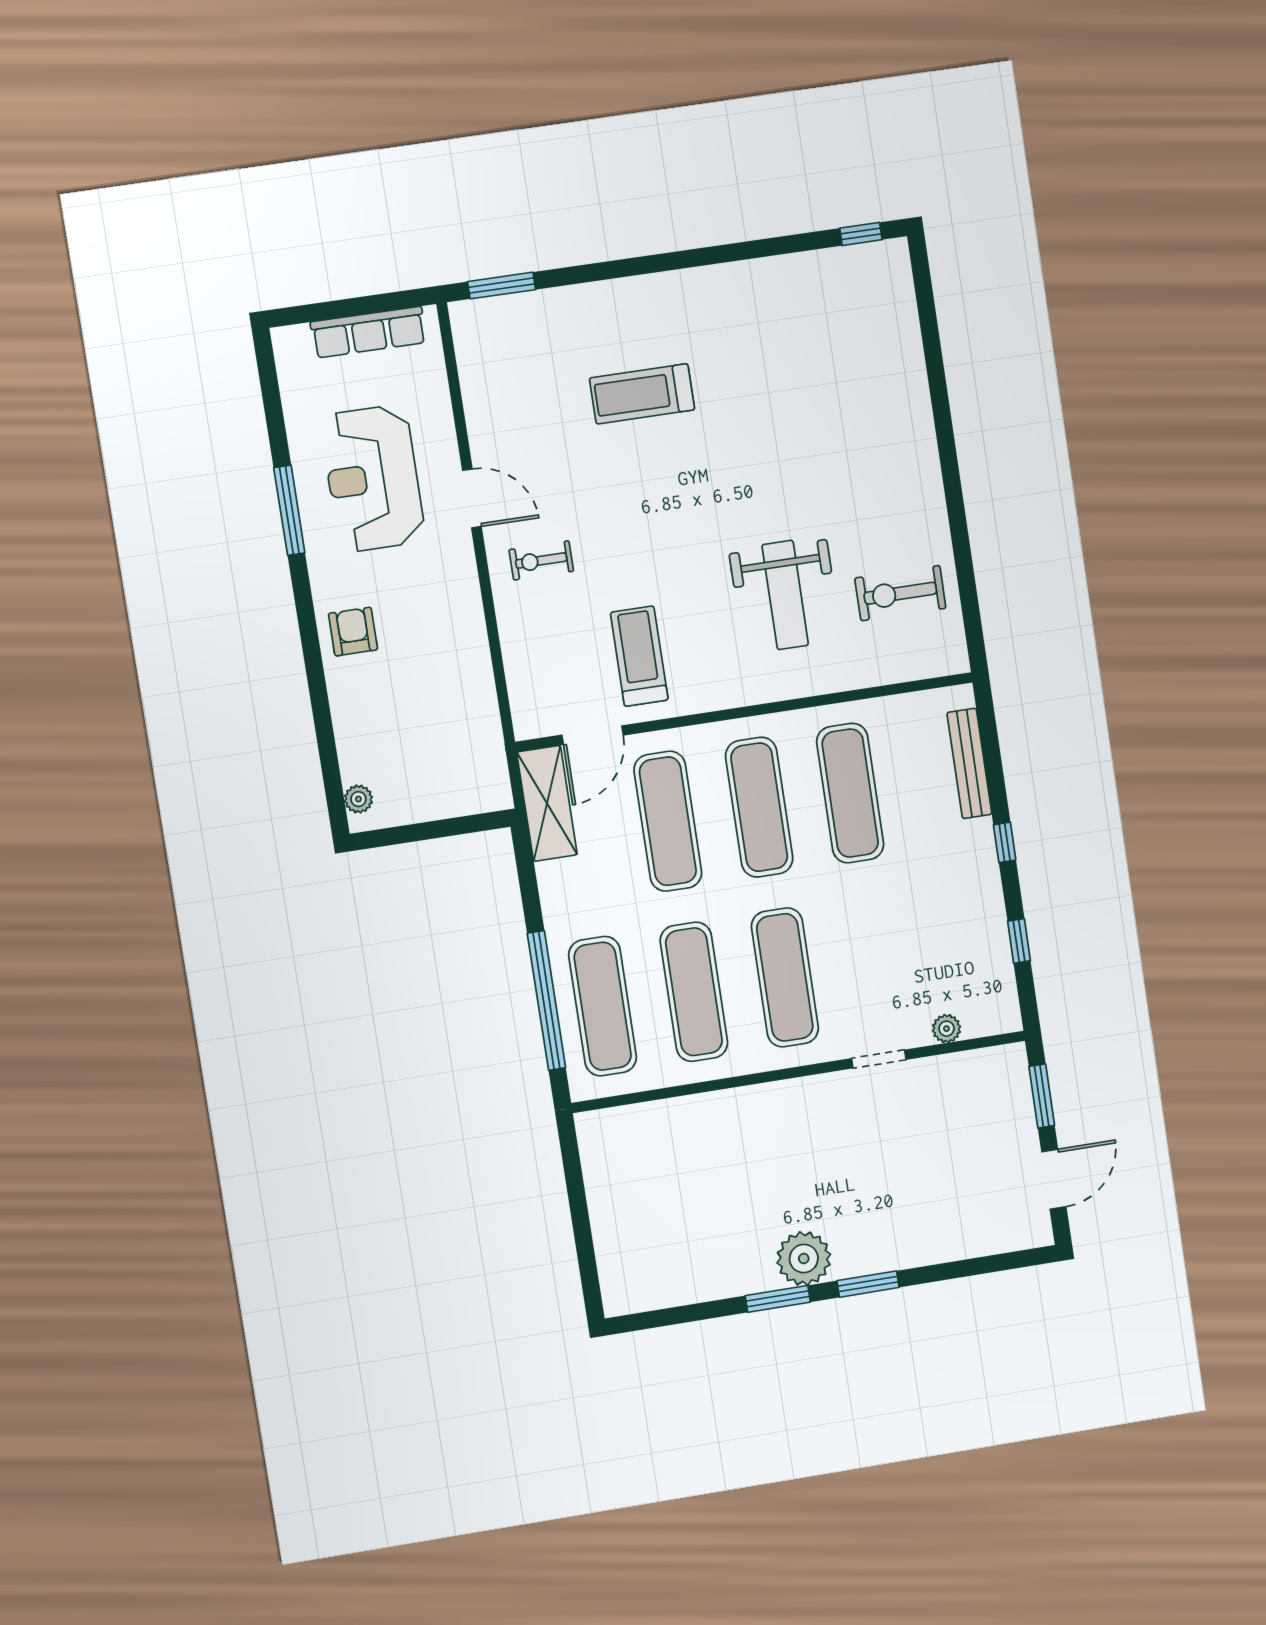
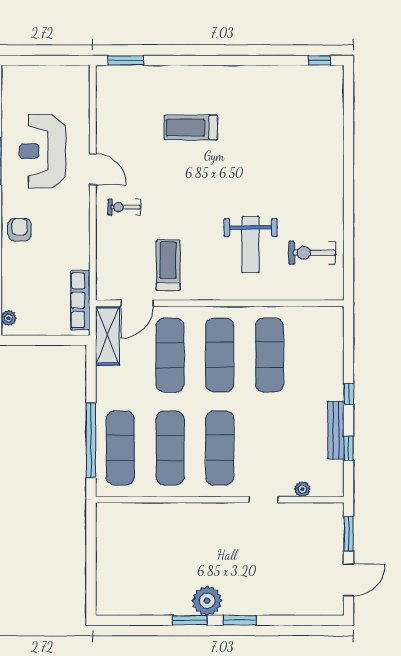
row of seats: (368, 332) -> (80, 300), moved, turned 90
bench: (969, 763) -> (336, 430), moved

